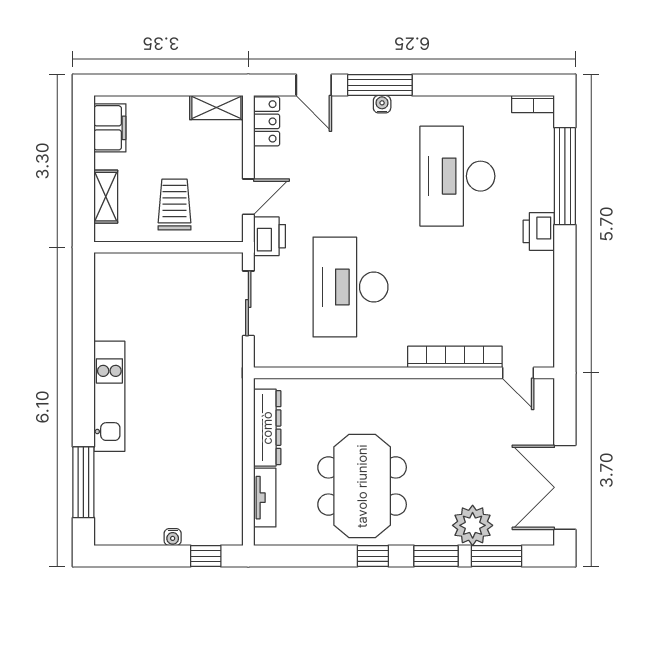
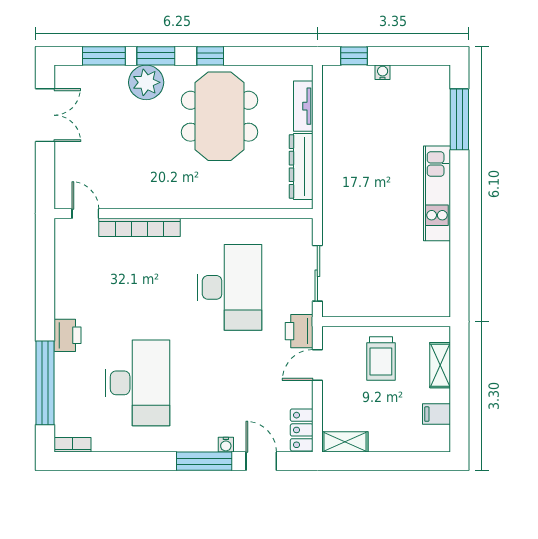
water cooler: (382, 104) -> (226, 445), moved
filing cabinet: (110, 128) -> (437, 414), width x0.50
double door: (565, 487) -> (45, 115), width x0.73
plant: (473, 525) -> (146, 82), moved

